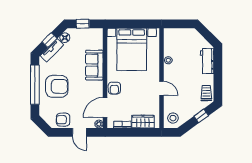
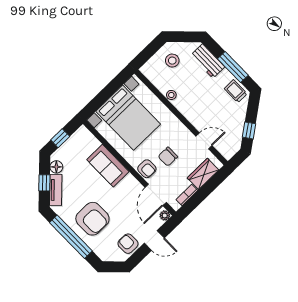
window: (218, 78) -> (233, 67), added
armchair: (57, 86) -> (92, 219), turned 90
door: (161, 88) -> (204, 141), moved
chair: (133, 93) -> (168, 157), added
window: (201, 116) -> (249, 130), moved
stool: (173, 118) -> (172, 61), moved
armchair: (63, 120) -> (128, 244), turned 90

